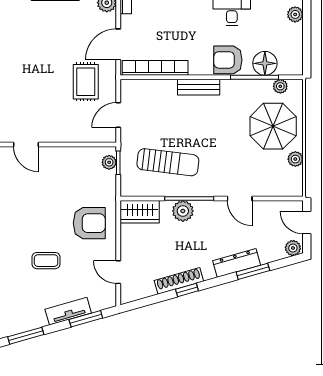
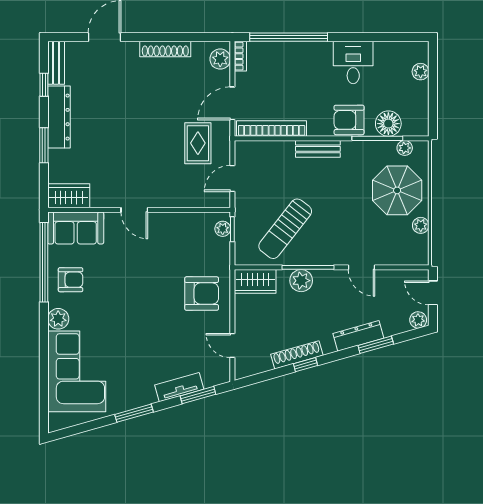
sun lounger: (168, 162) -> (285, 229), turned 121
coffee table: (46, 261) -> (156, 333), removed

